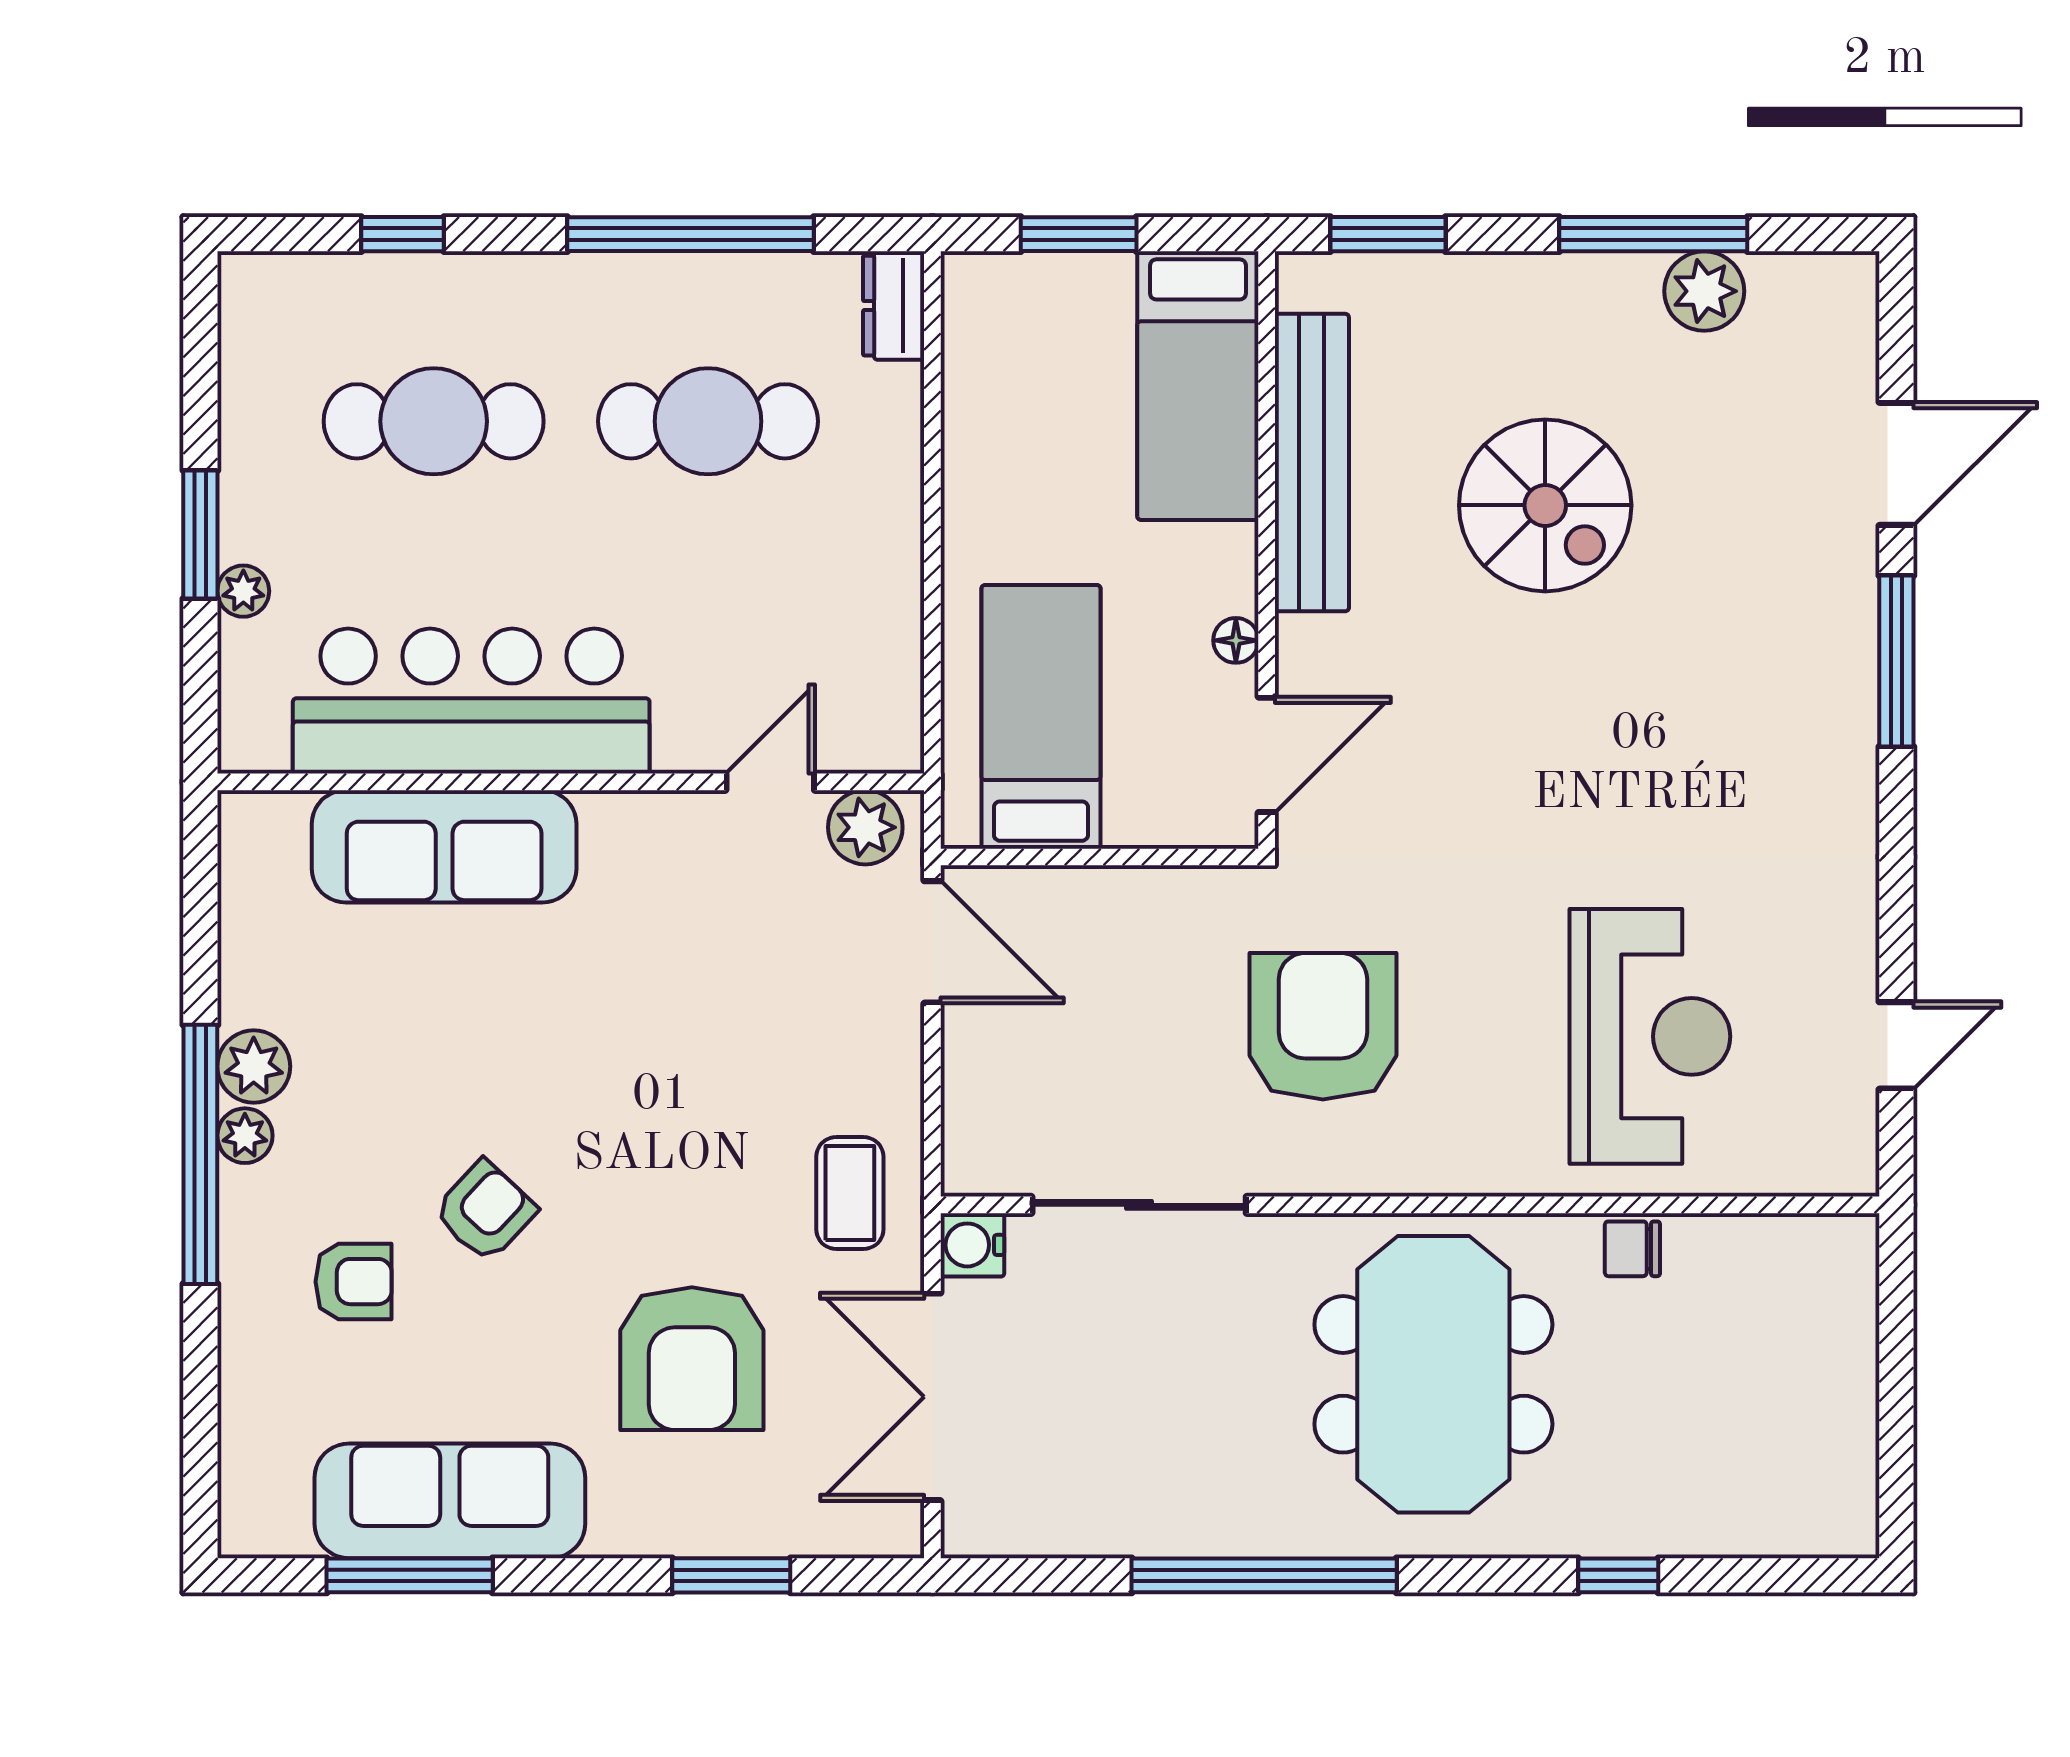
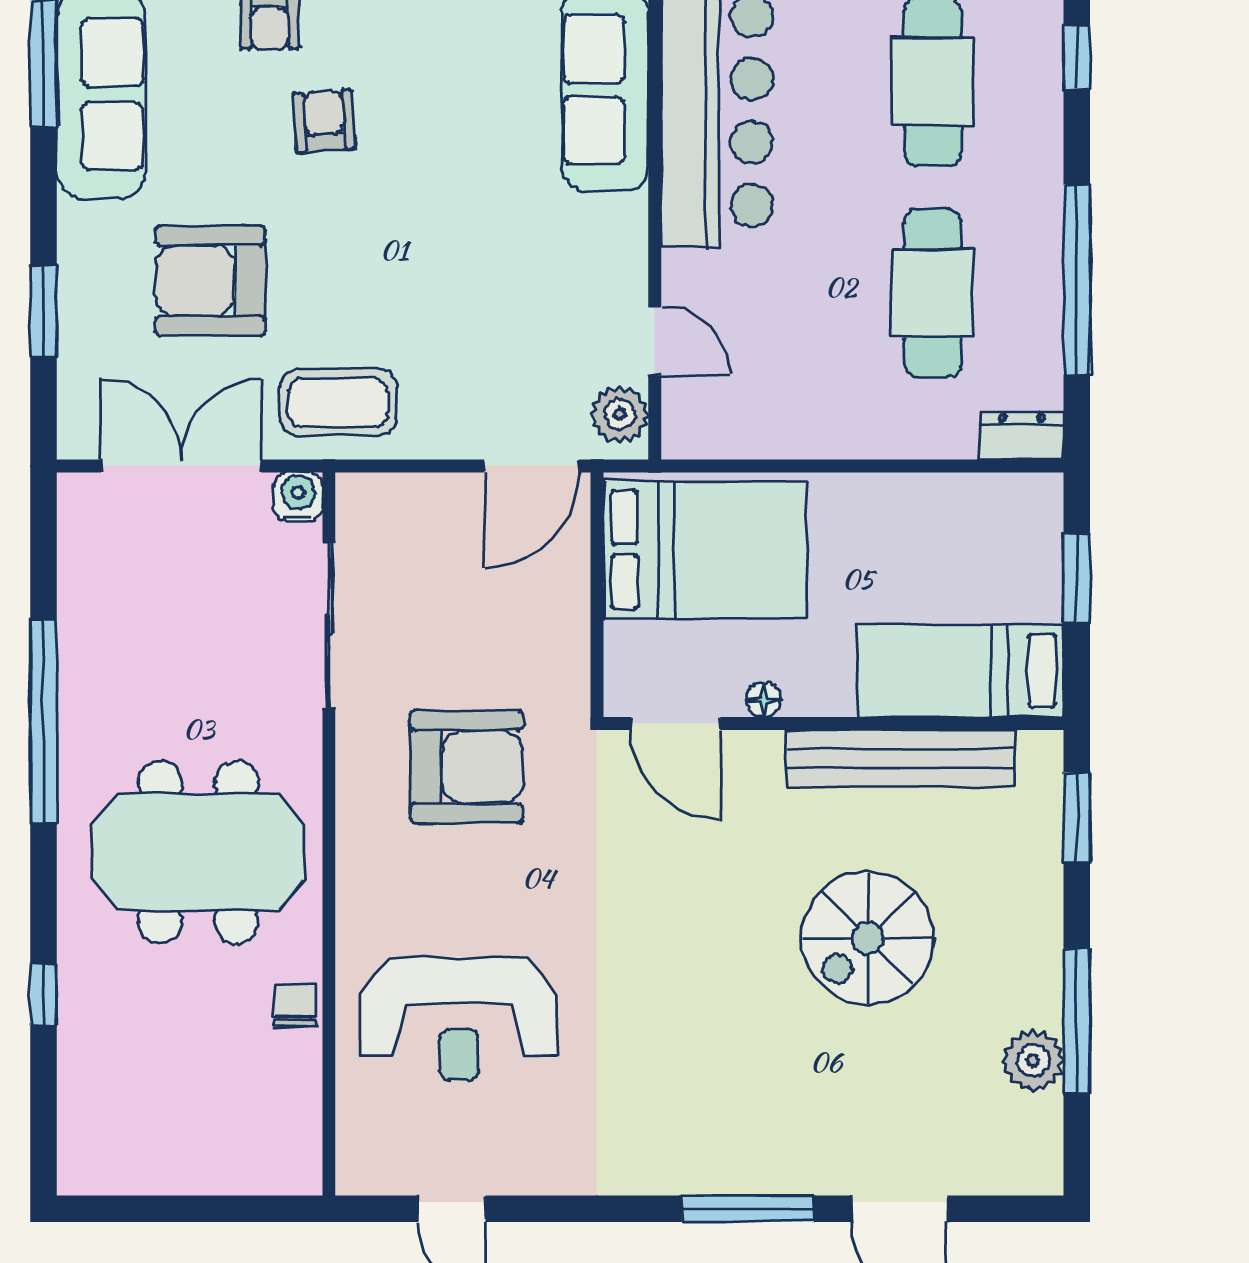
bed: (1041, 717) -> (705, 550), width x1.50
coffee table: (850, 1193) -> (338, 402), width x1.36, depth x1.30
armchair: (485, 1211) -> (324, 121), turned -137

